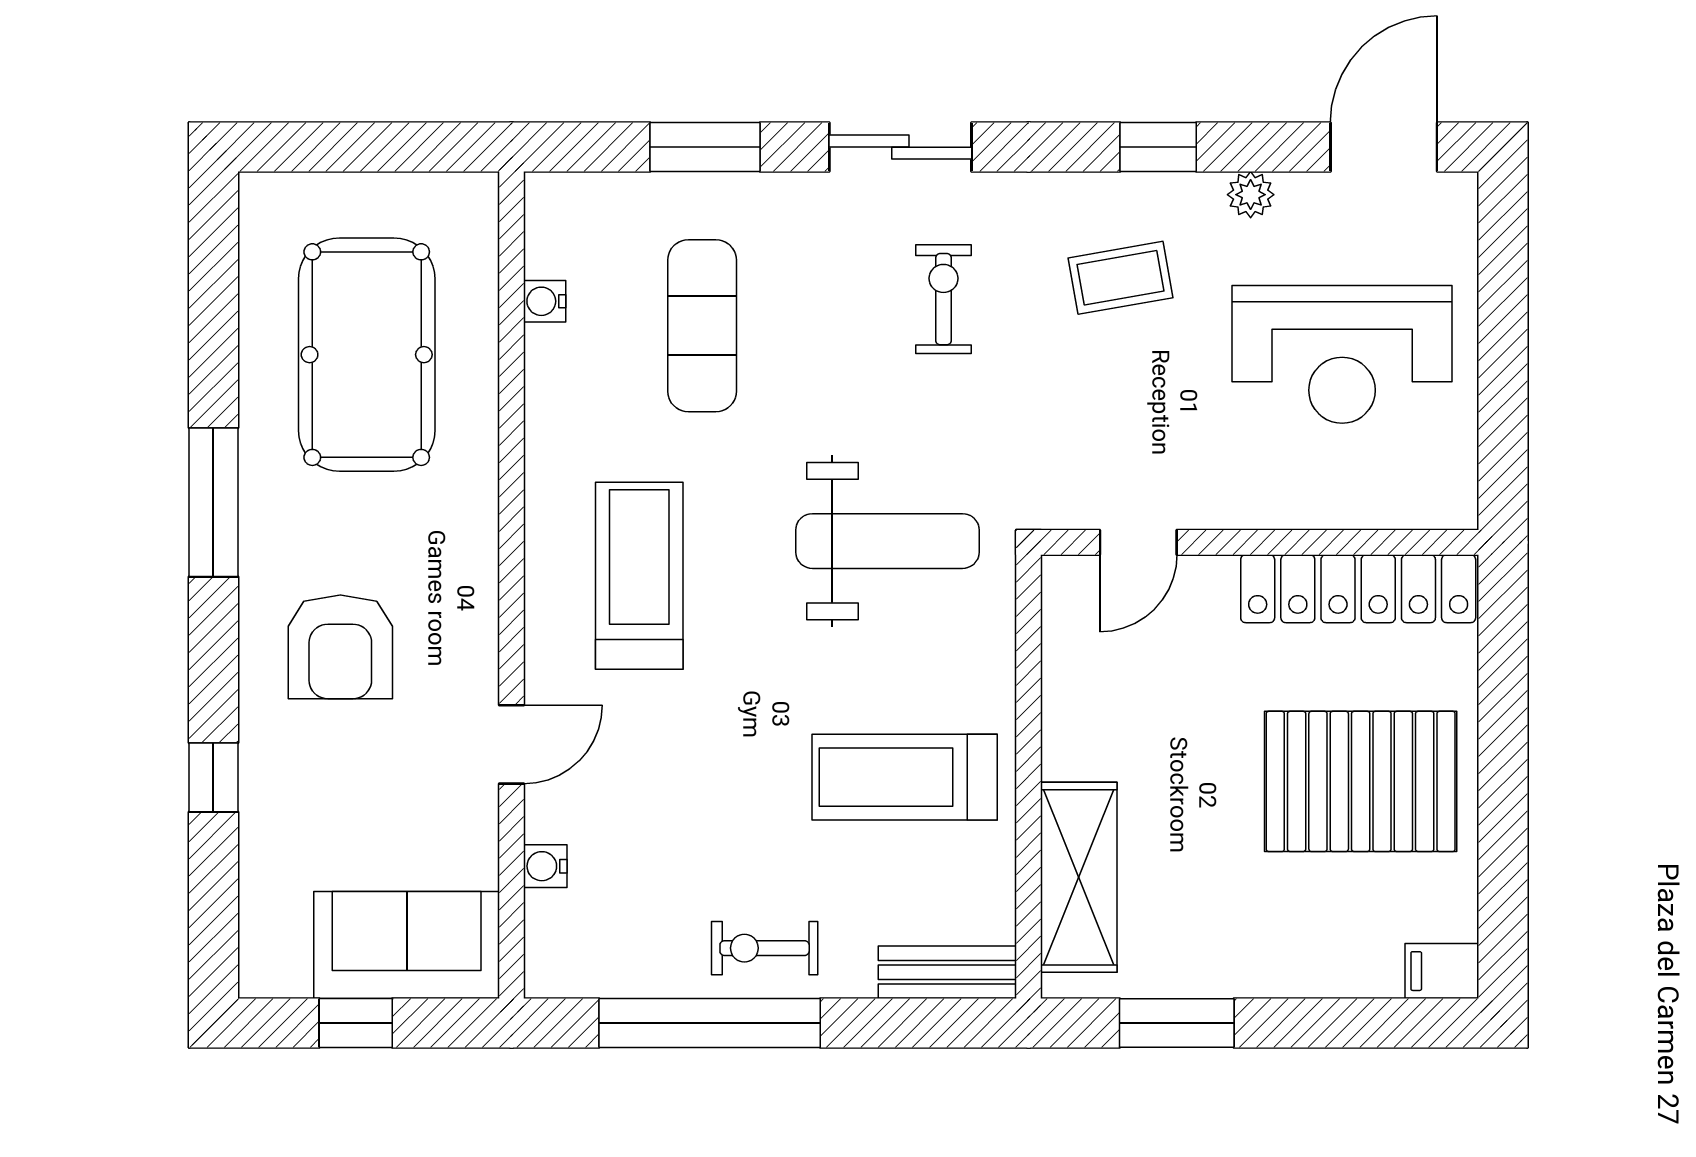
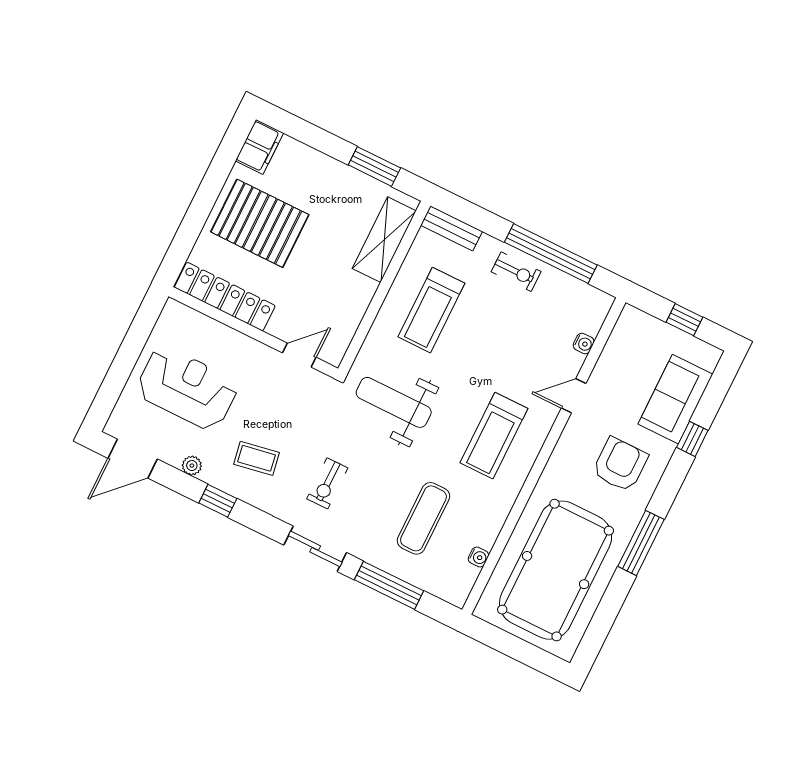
window: (705, 147) -> (389, 585), width x1.44
pool table: (367, 355) -> (556, 570), width x1.36, depth x1.32
treadmill: (905, 777) -> (431, 310), turned 90
sofa: (407, 945) -> (675, 399), moved, turned 90
filing cabinet: (1442, 971) -> (259, 147), width x2.00

